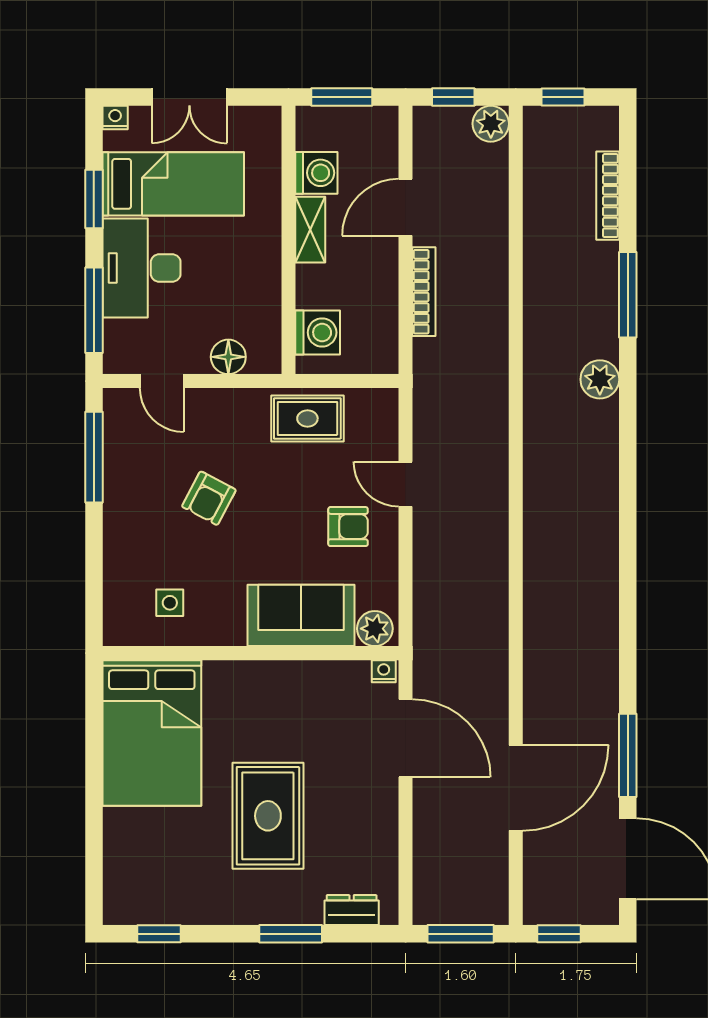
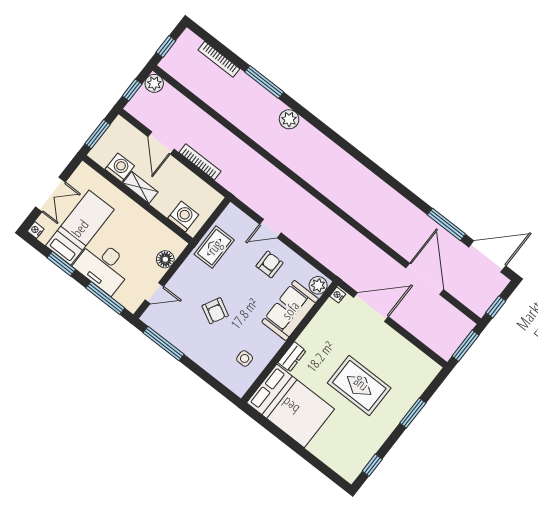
dresser: (352, 910) -> (292, 357), moved, turned 180

